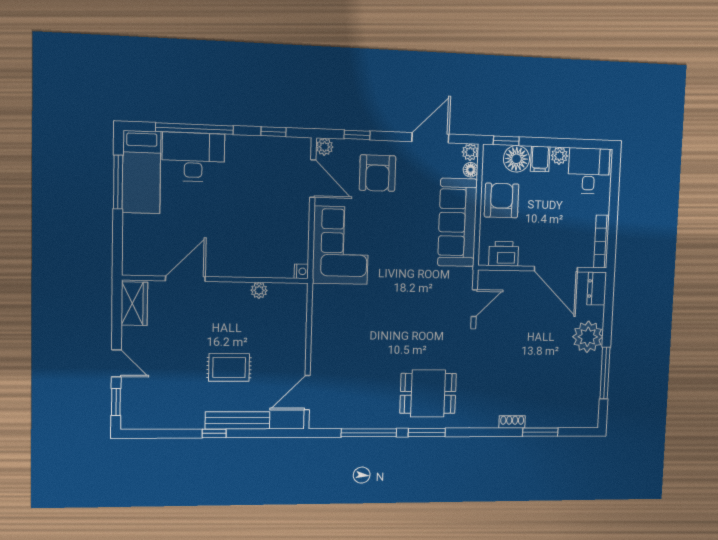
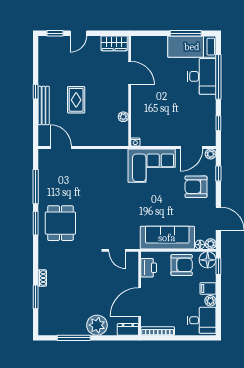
floor lamp: (516, 159) -> (208, 260), moved

